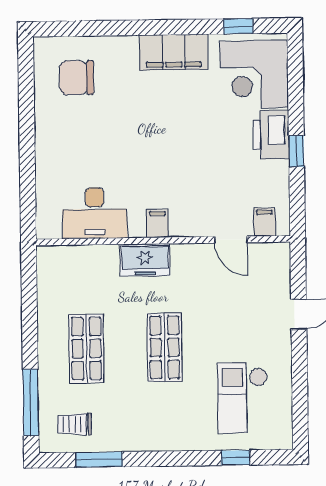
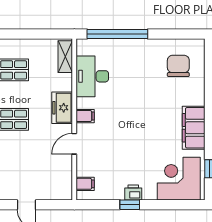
printer: (271, 135) -> (133, 192), width x0.53, depth x0.68
window: (27, 174) -> (117, 34), added
door: (231, 240) -> (74, 144), moved
shelving: (64, 256) -> (65, 57), added

